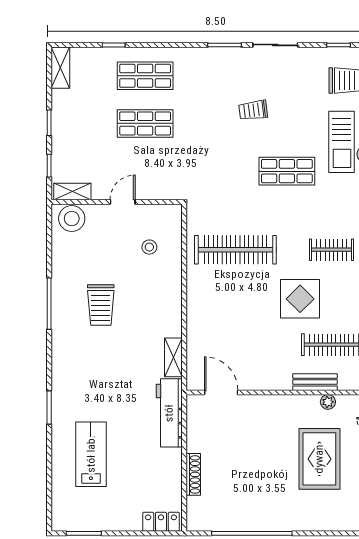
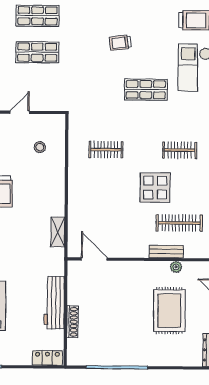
clothes rail: (235, 250) -> (106, 150), width x0.54, depth x0.76
workbench: (169, 413) -> (54, 303), moved

